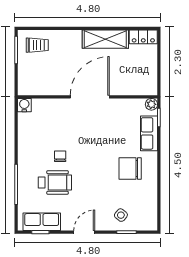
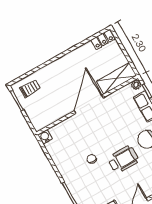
shelving: (105, 39) -> (117, 78), moved
wheelchair: (55, 182) -> (123, 159), moved

